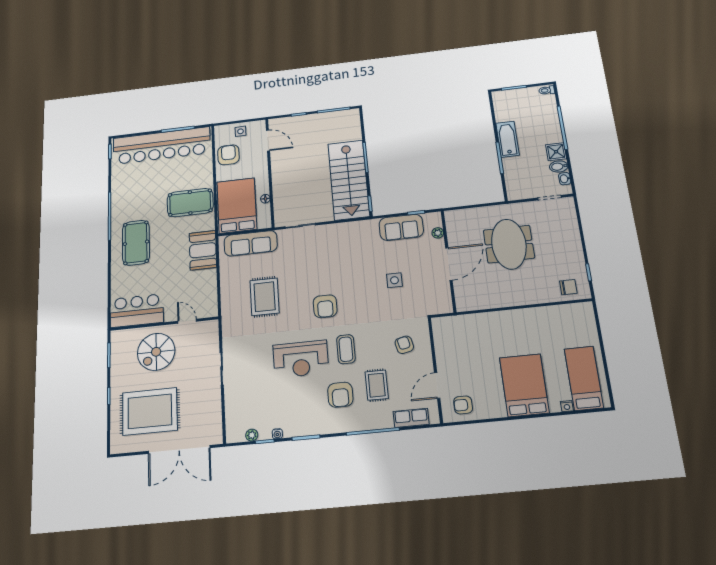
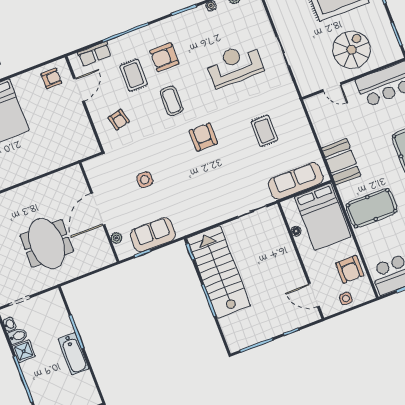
rug: (265, 297) -> (264, 131), width x0.73, depth x0.70
reception desk: (301, 359) -> (234, 65), moved
armchair: (340, 395) -> (164, 57), turned -90

